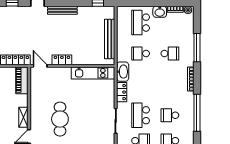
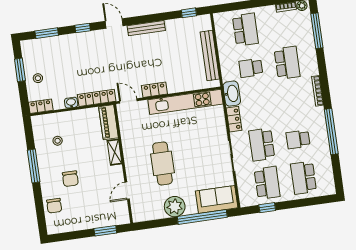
washbasin: (160, 12) -> (267, 13), removed
school desk: (141, 23) -> (245, 30), turned 180
window: (197, 48) -> (317, 31), moved
school desk: (170, 53) -> (287, 63), width x1.85
kitchen unit: (93, 73) -> (185, 102), width x1.36
shelving: (23, 117) -> (115, 152), moved

